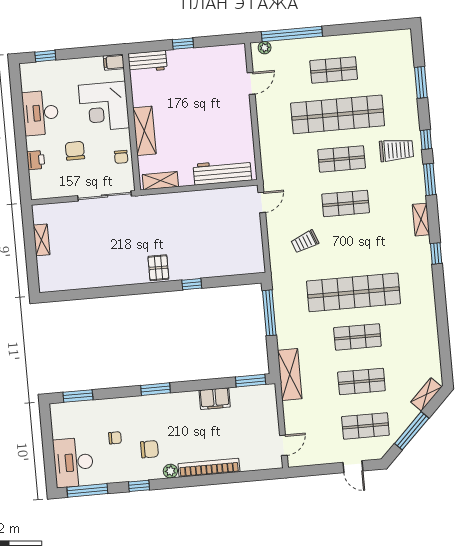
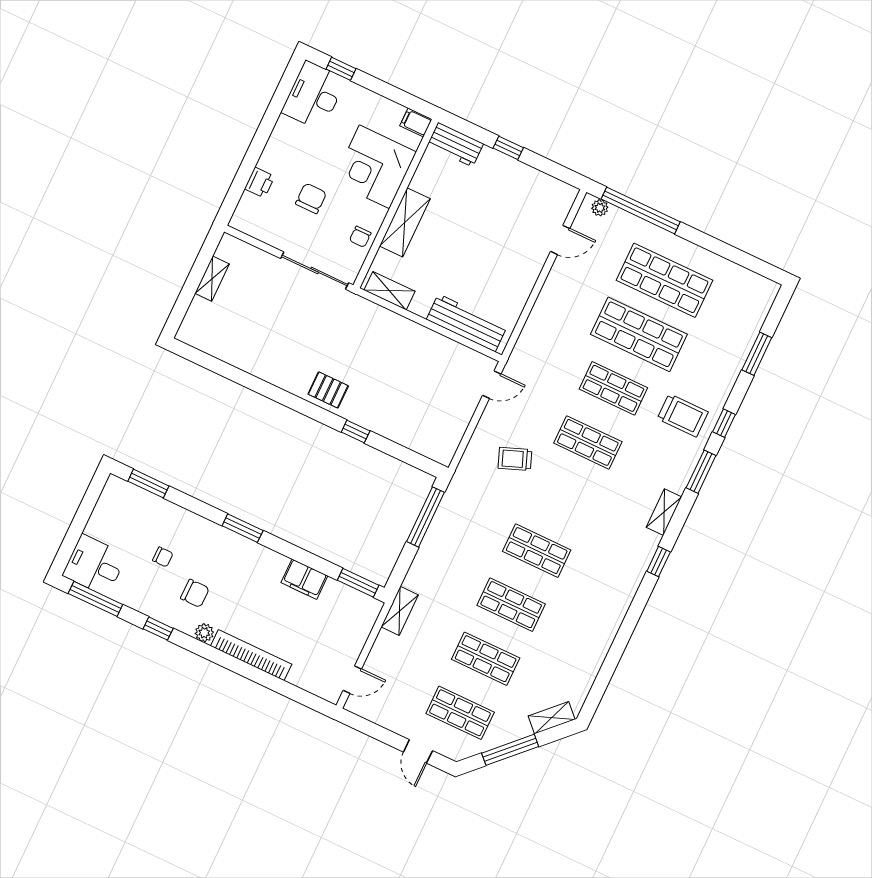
shop shelf: (334, 70) -> (664, 280), width x1.43, depth x1.36
desk: (40, 113) -> (314, 96), moved
shop shelf: (338, 114) -> (639, 334), width x0.71
pallet: (158, 268) -> (328, 390), turned 90
shop shelf: (353, 292) -> (537, 551), width x0.50, depth x0.74
shelving: (290, 374) -> (400, 611), width x0.67, depth x0.75
desk: (73, 462) -> (94, 565), width x0.73

